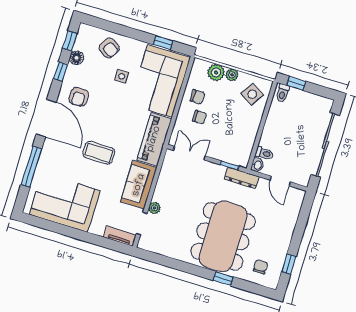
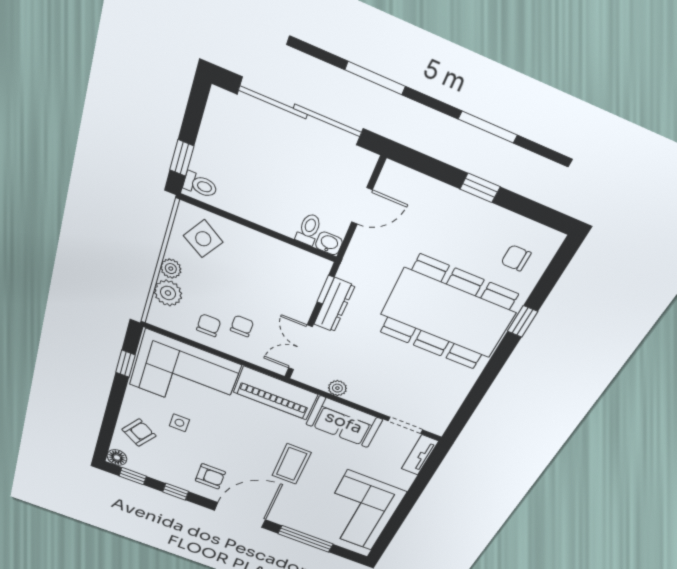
floor lamp: (77, 58) -> (117, 458), moved
dresser: (242, 178) -> (334, 305), moved
plant: (155, 208) -> (337, 388), moved
window: (289, 264) -> (480, 188), moved

